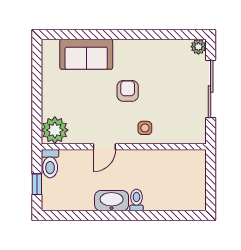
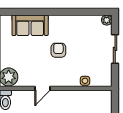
sliding door: (211, 89) -> (115, 49), width x0.73
side table: (145, 128) -> (85, 81), moved

